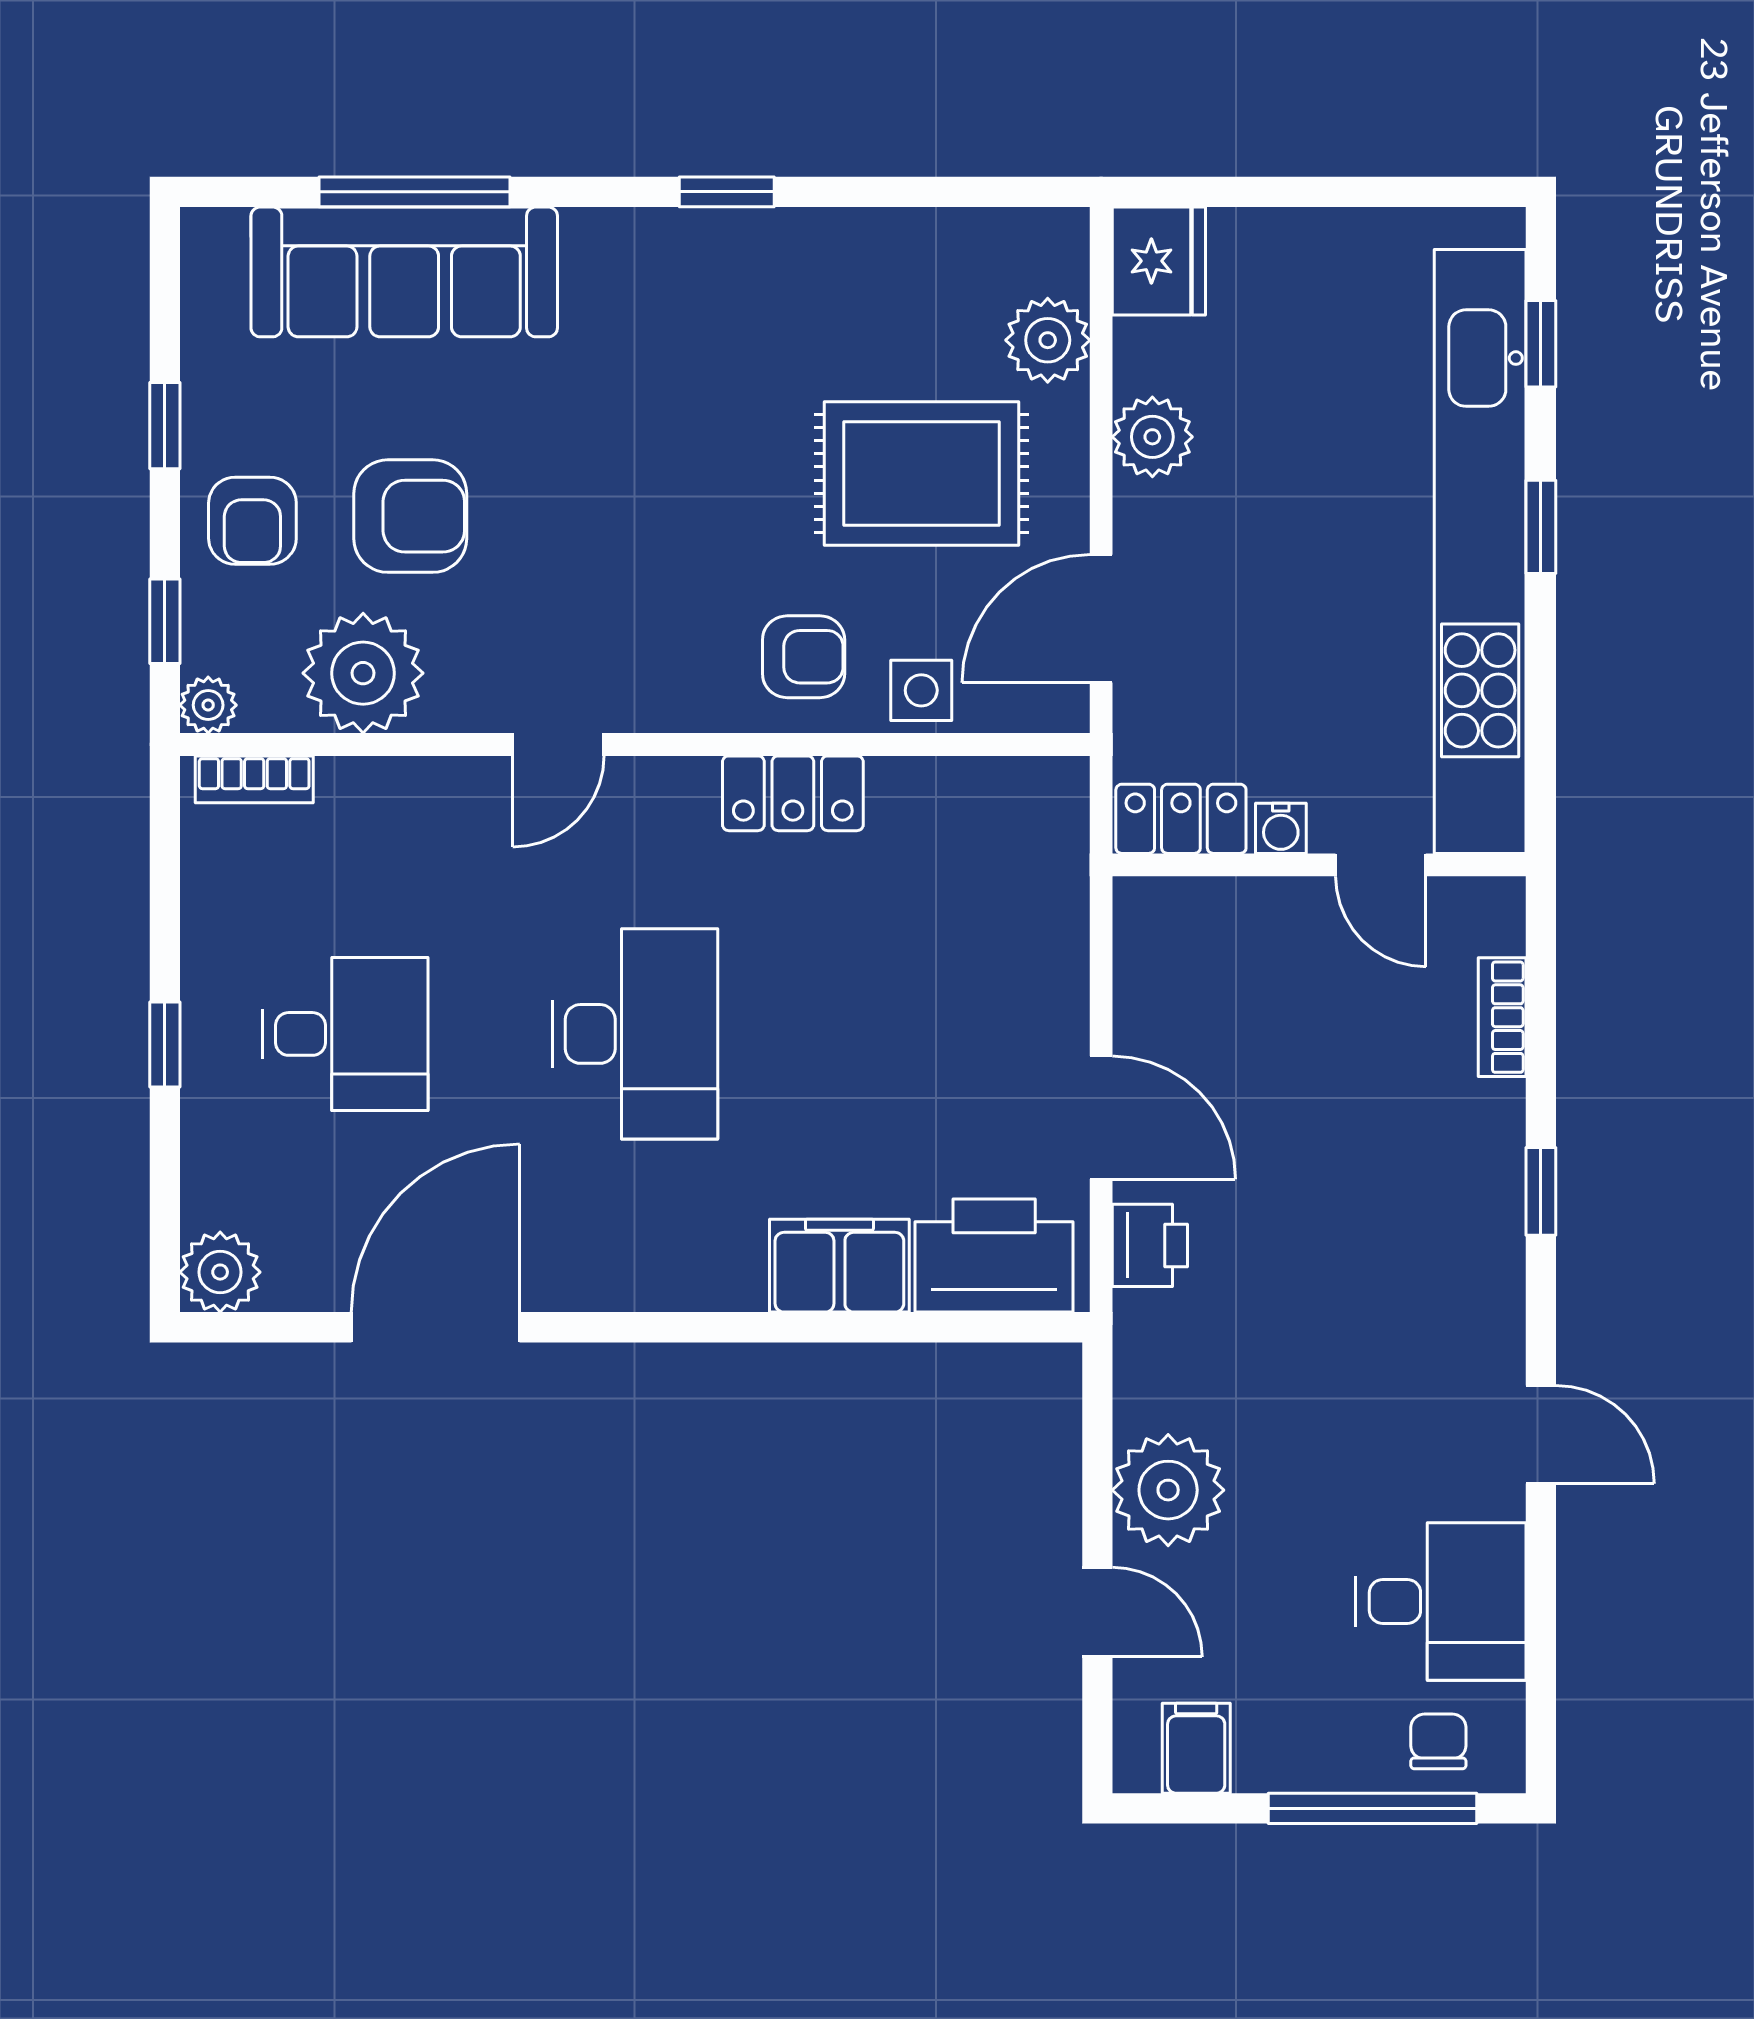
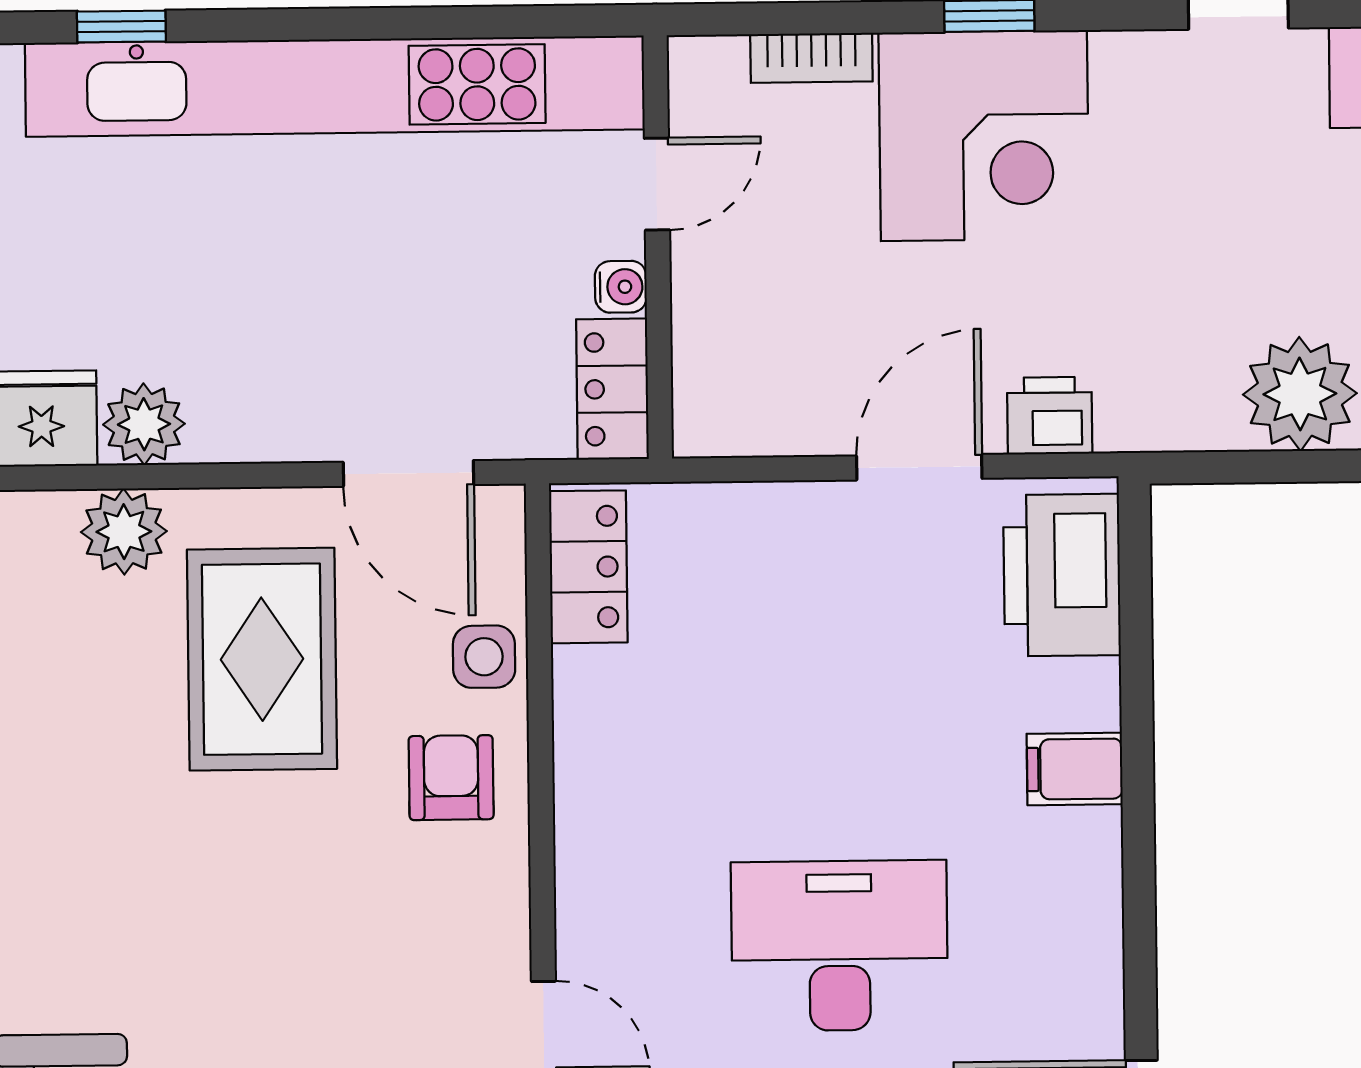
plant: (1152, 437) -> (144, 424), moved
window: (1541, 527) -> (309, 24), removed
locker: (793, 793) -> (588, 567), moved
corner desk: (1424, 1185) -> (984, 136), added
filing cabinet: (839, 1266) -> (1075, 769), width x0.50

